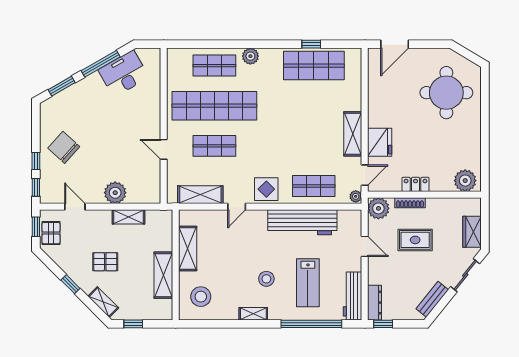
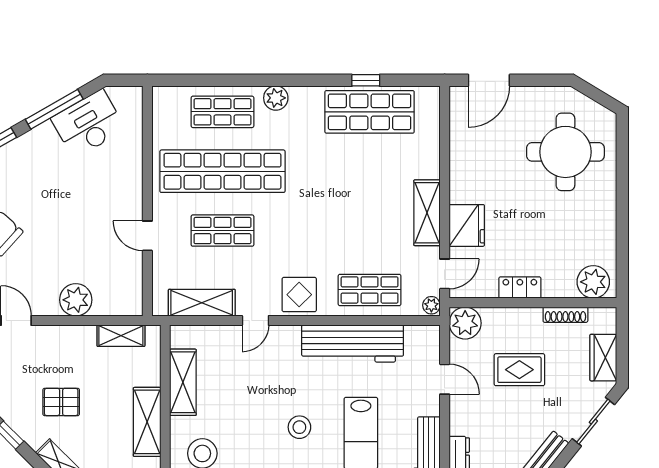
shoe rack: (410, 203) -> (565, 315), moved
shelving: (128, 217) -> (121, 336), moved

